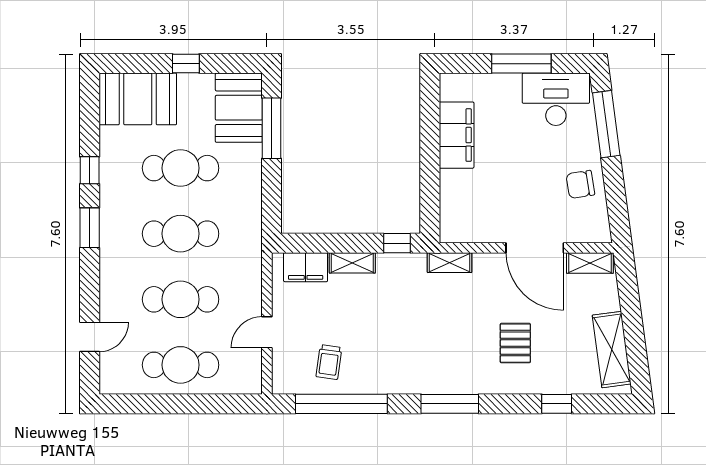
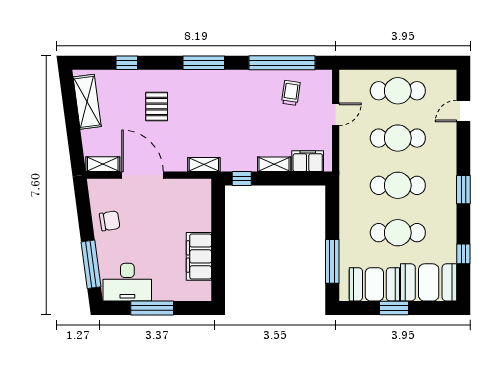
window: (186, 64) -> (394, 308), width x1.50
booth: (239, 108) -> (374, 284), moved, turned 90
window: (90, 170) -> (463, 254), moved

